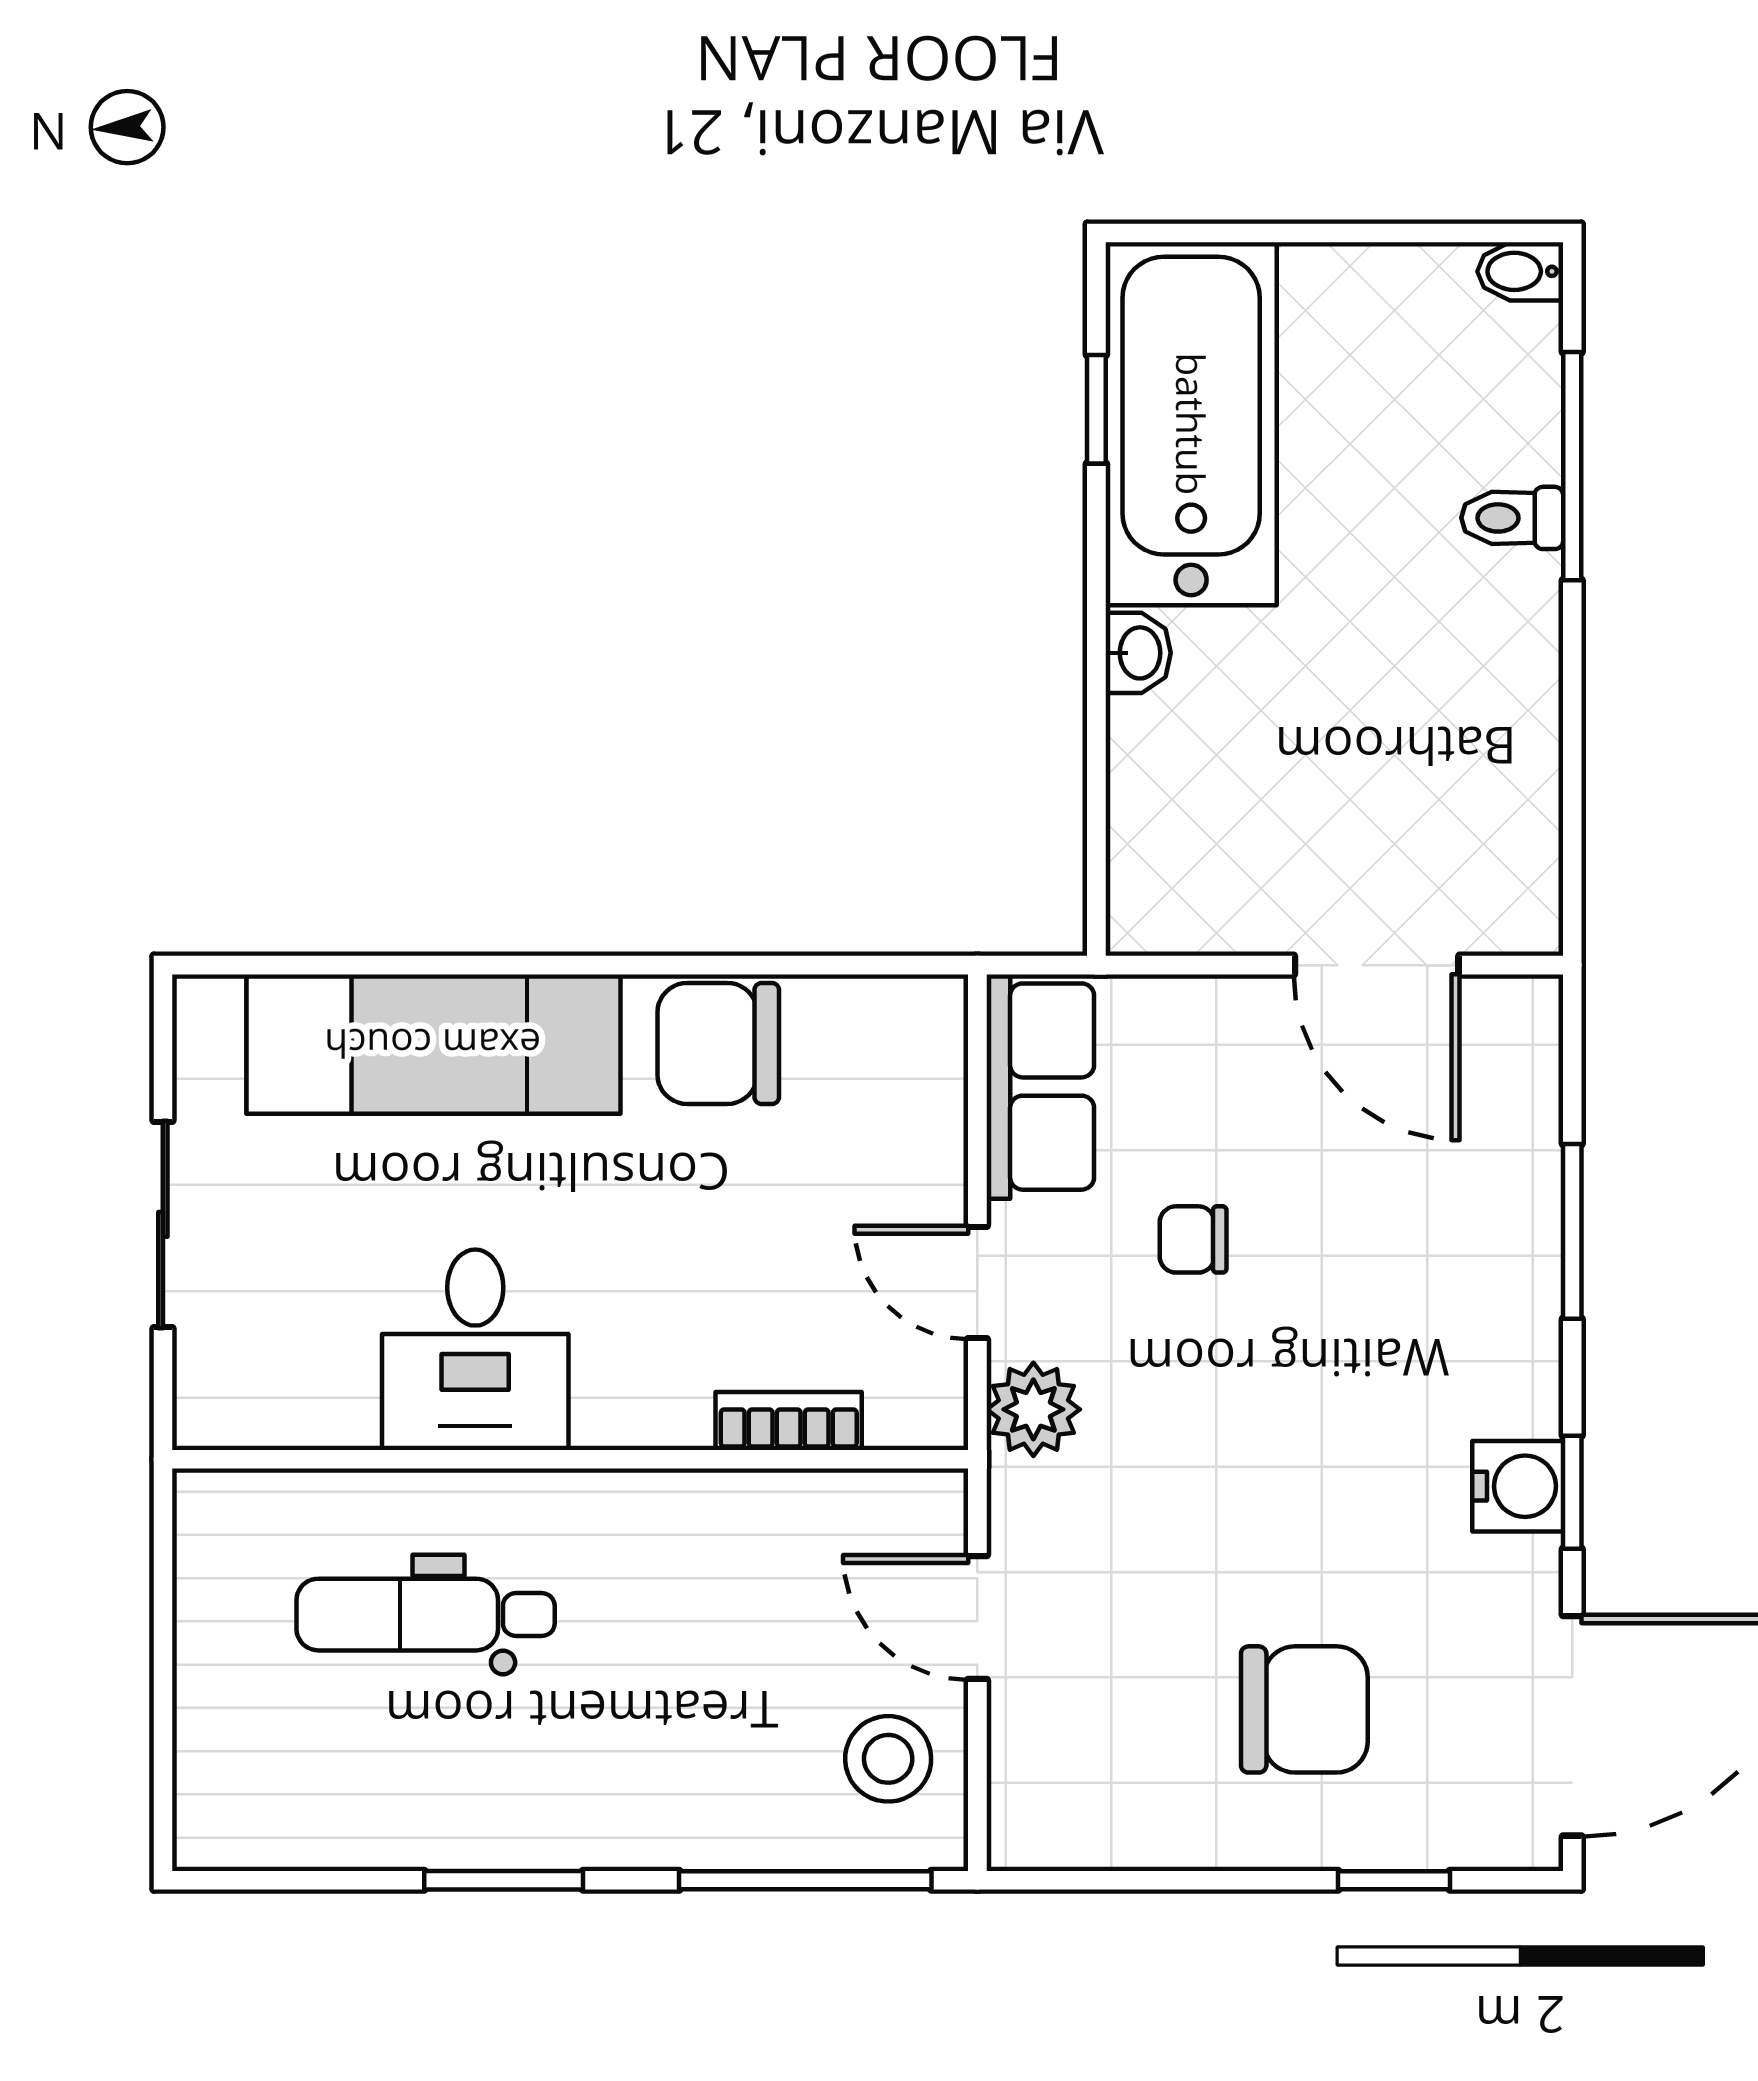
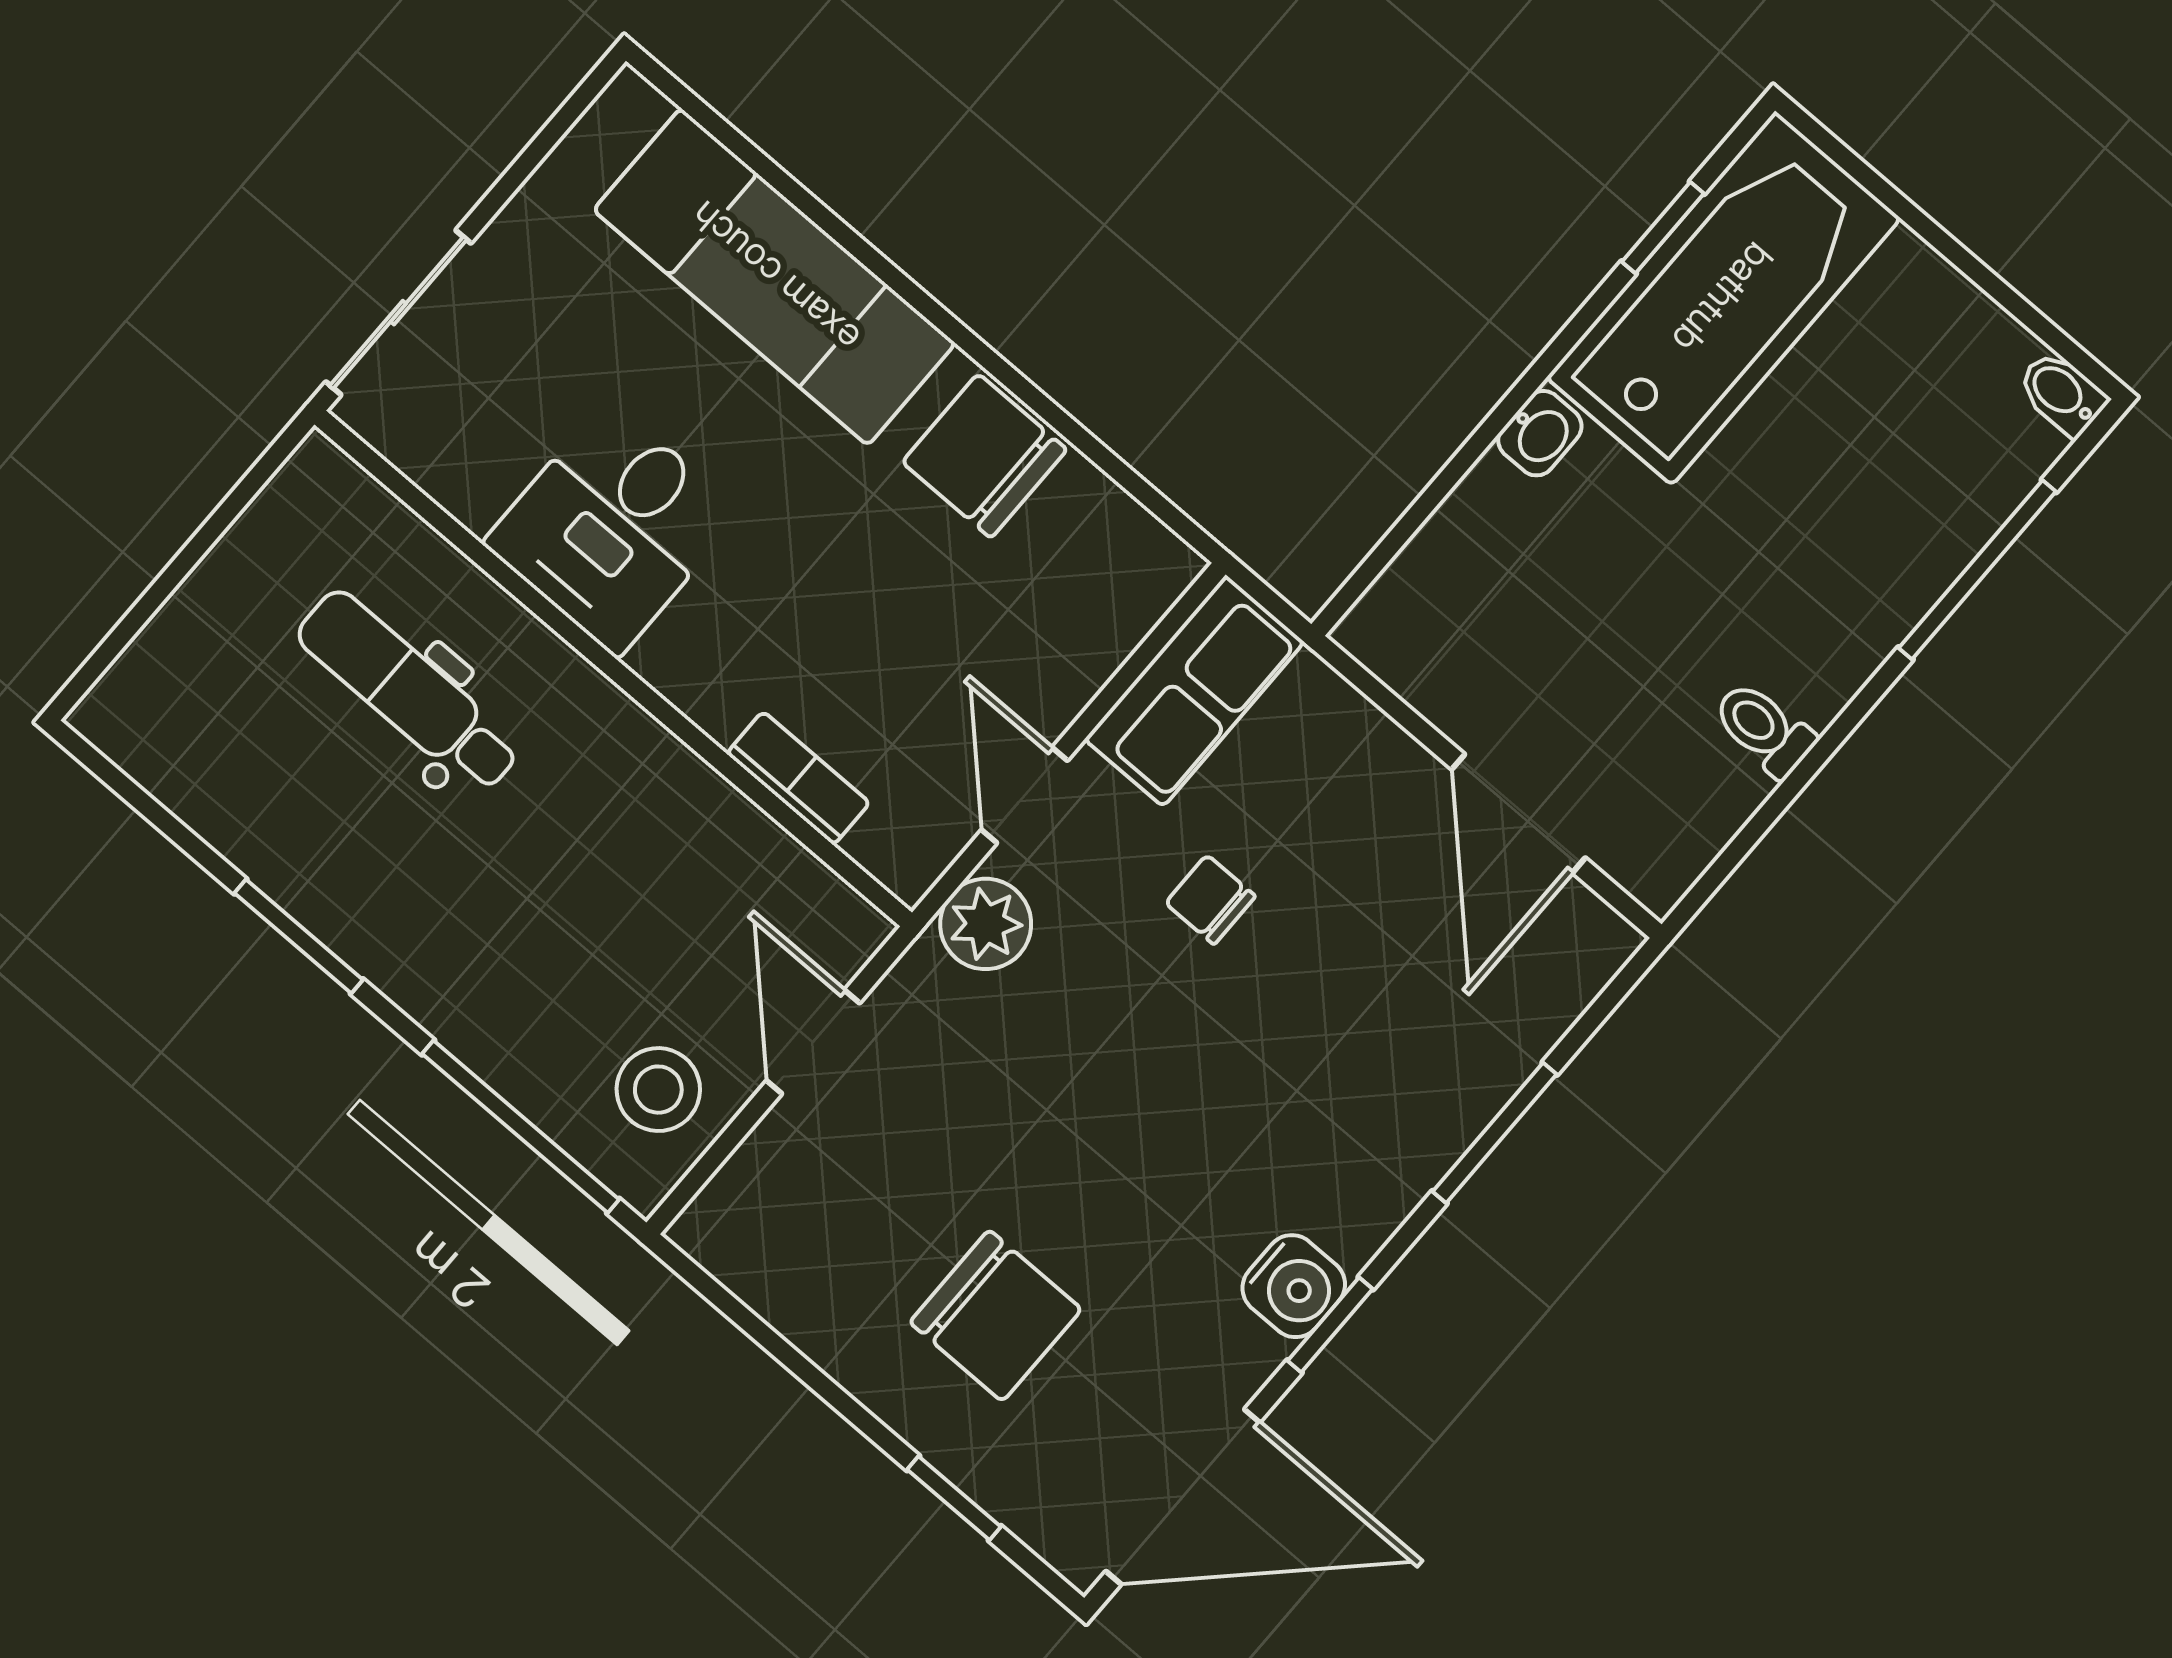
toilet: (1512, 518) -> (1764, 729), moved
sliding door: (163, 1224) -> (398, 313), moved

